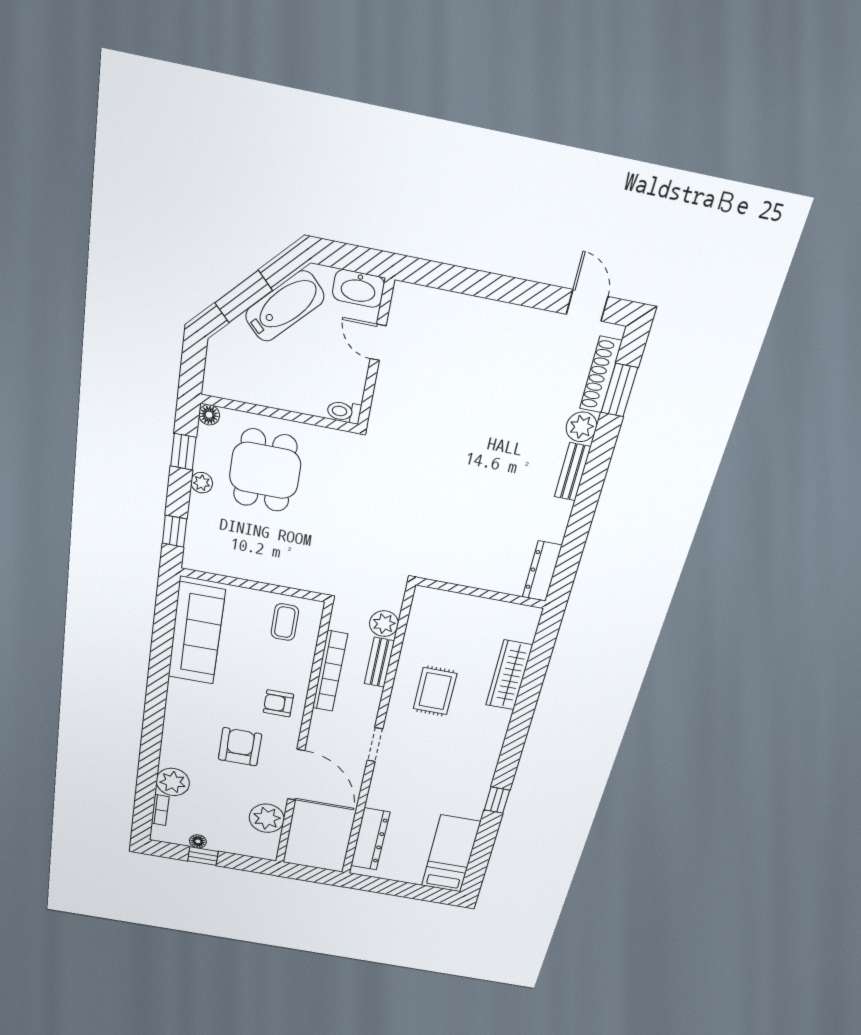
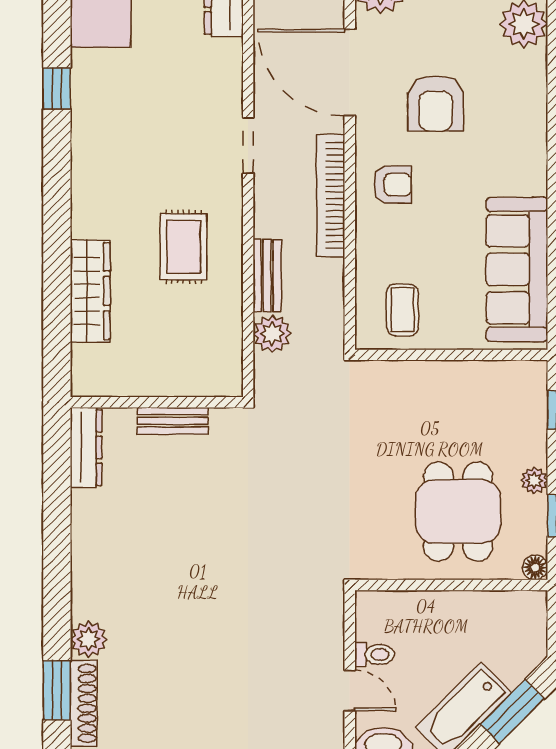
toilet: (344, 412) -> (375, 654), moved
bench: (573, 472) -> (173, 421), moved, turned 90
bookcase: (330, 671) -> (331, 195), moved

